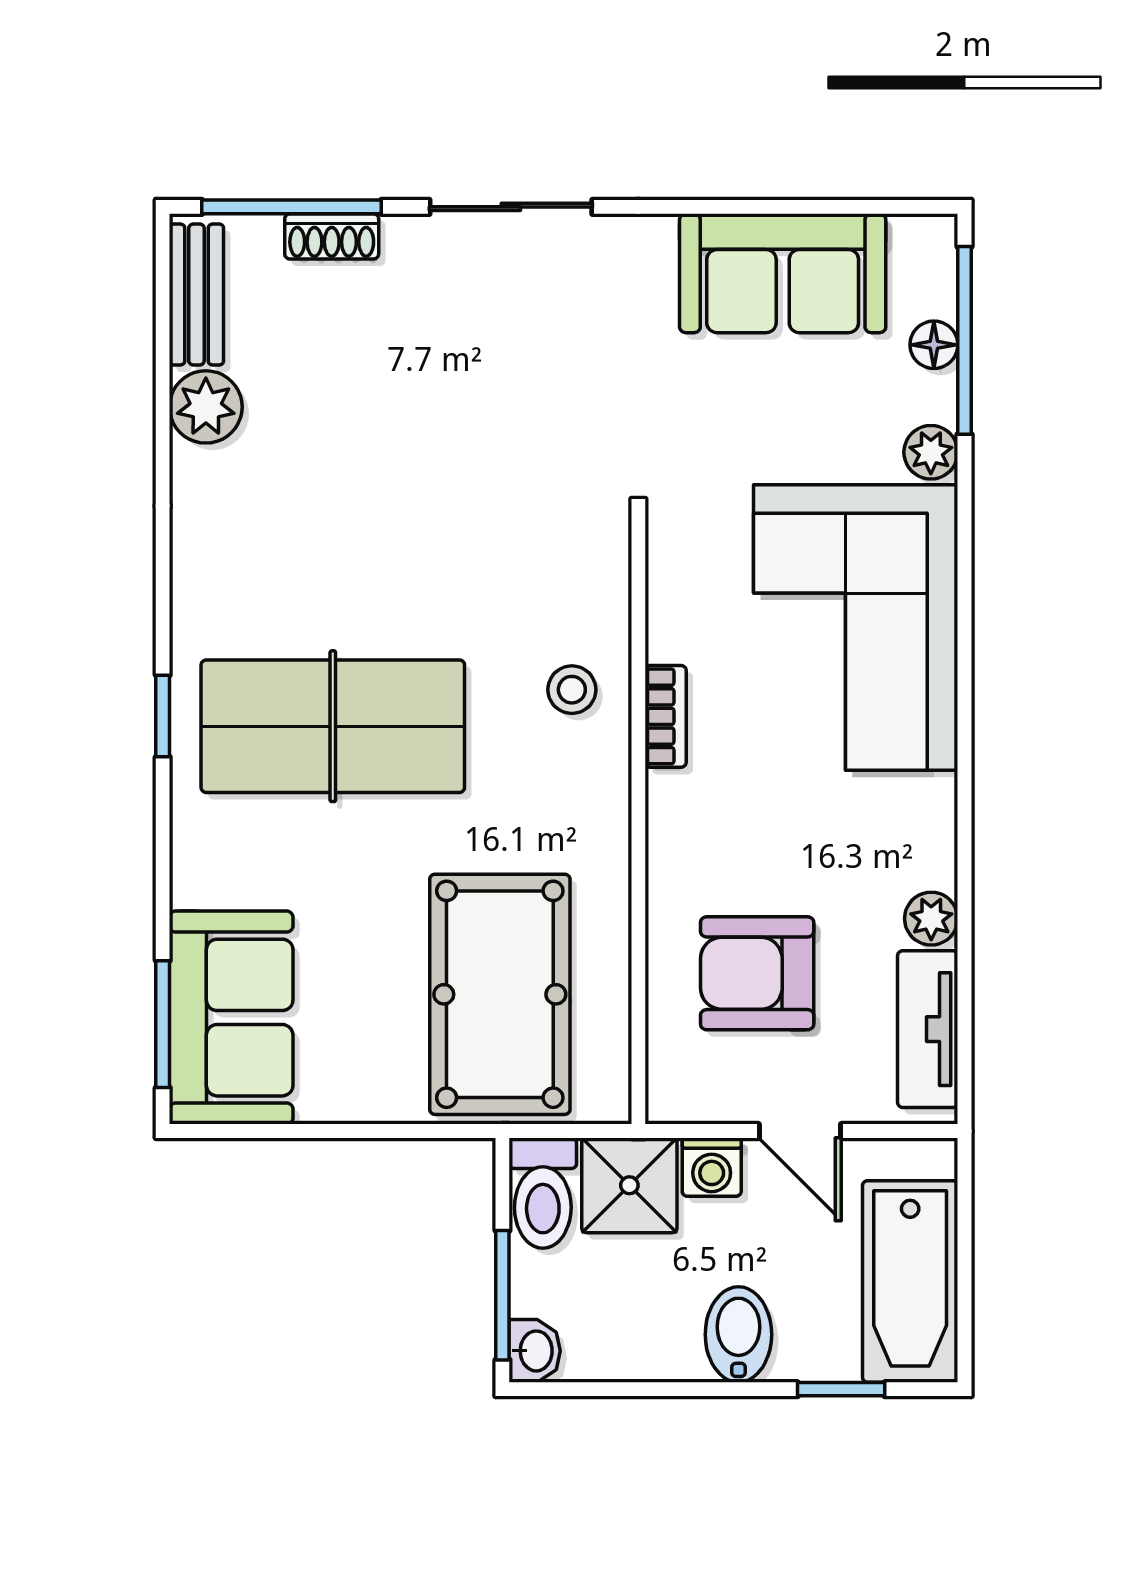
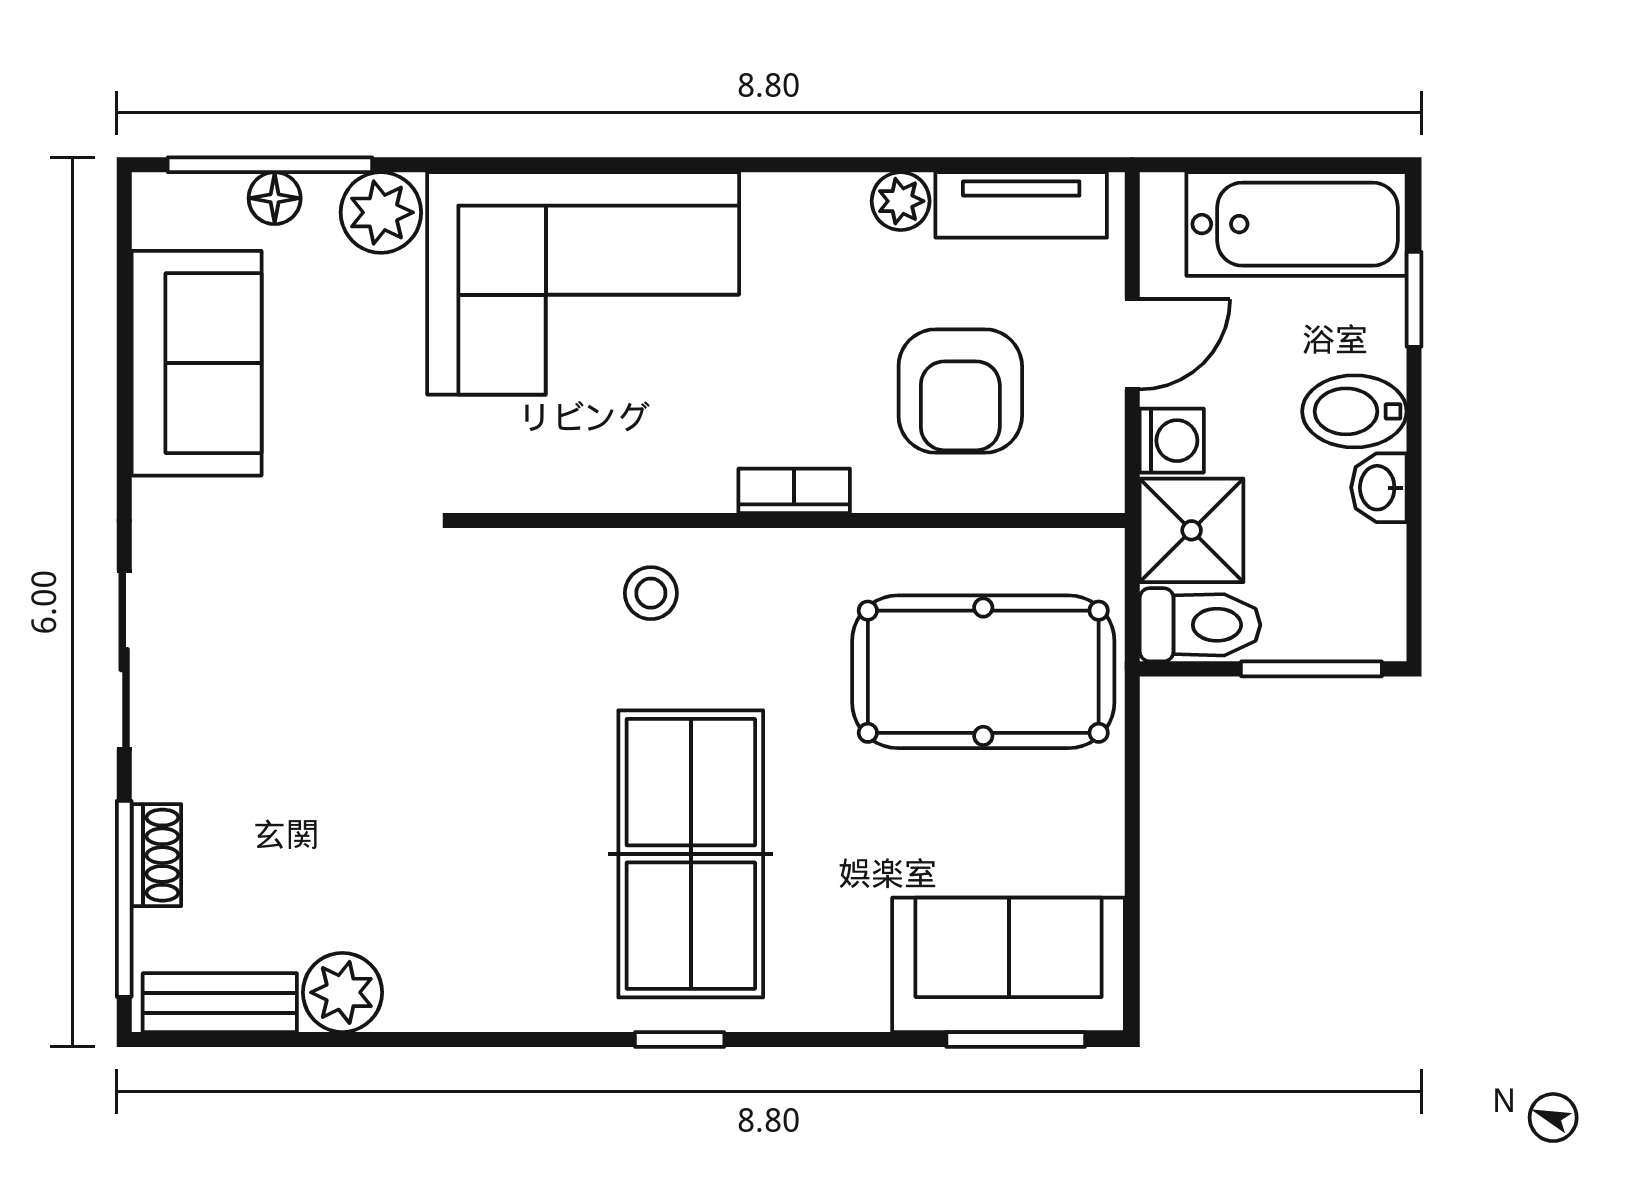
plant: (931, 452) -> (381, 212), width x1.38, depth x1.38
bookcase: (666, 716) -> (794, 491), moved
washbasin: (535, 1351) -> (1379, 488), moved, turned -90

